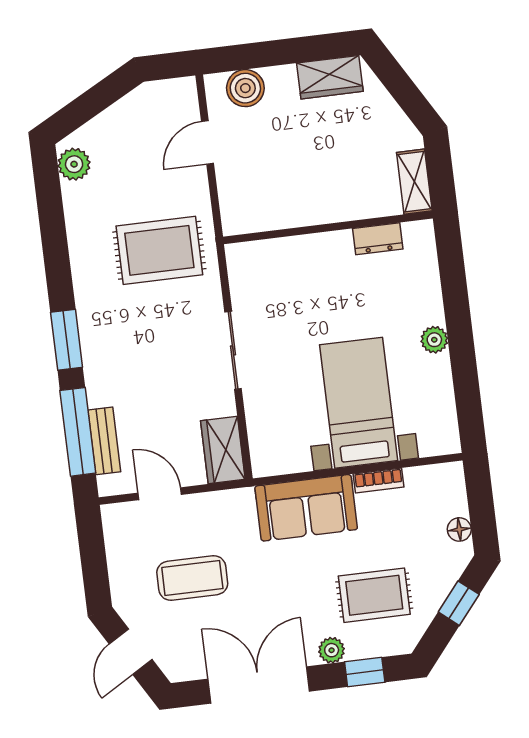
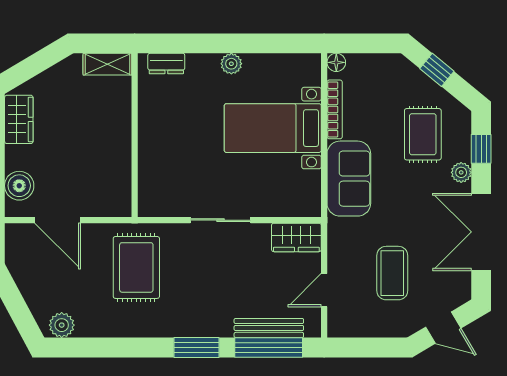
door: (207, 142) -> (58, 220), width x1.38
dresser: (378, 239) -> (166, 64), moved, turned 90
bench: (104, 441) -> (269, 328), width x1.36
bookcase: (379, 480) -> (335, 109), width x1.56
floor lamp: (459, 529) -> (336, 62), moved

